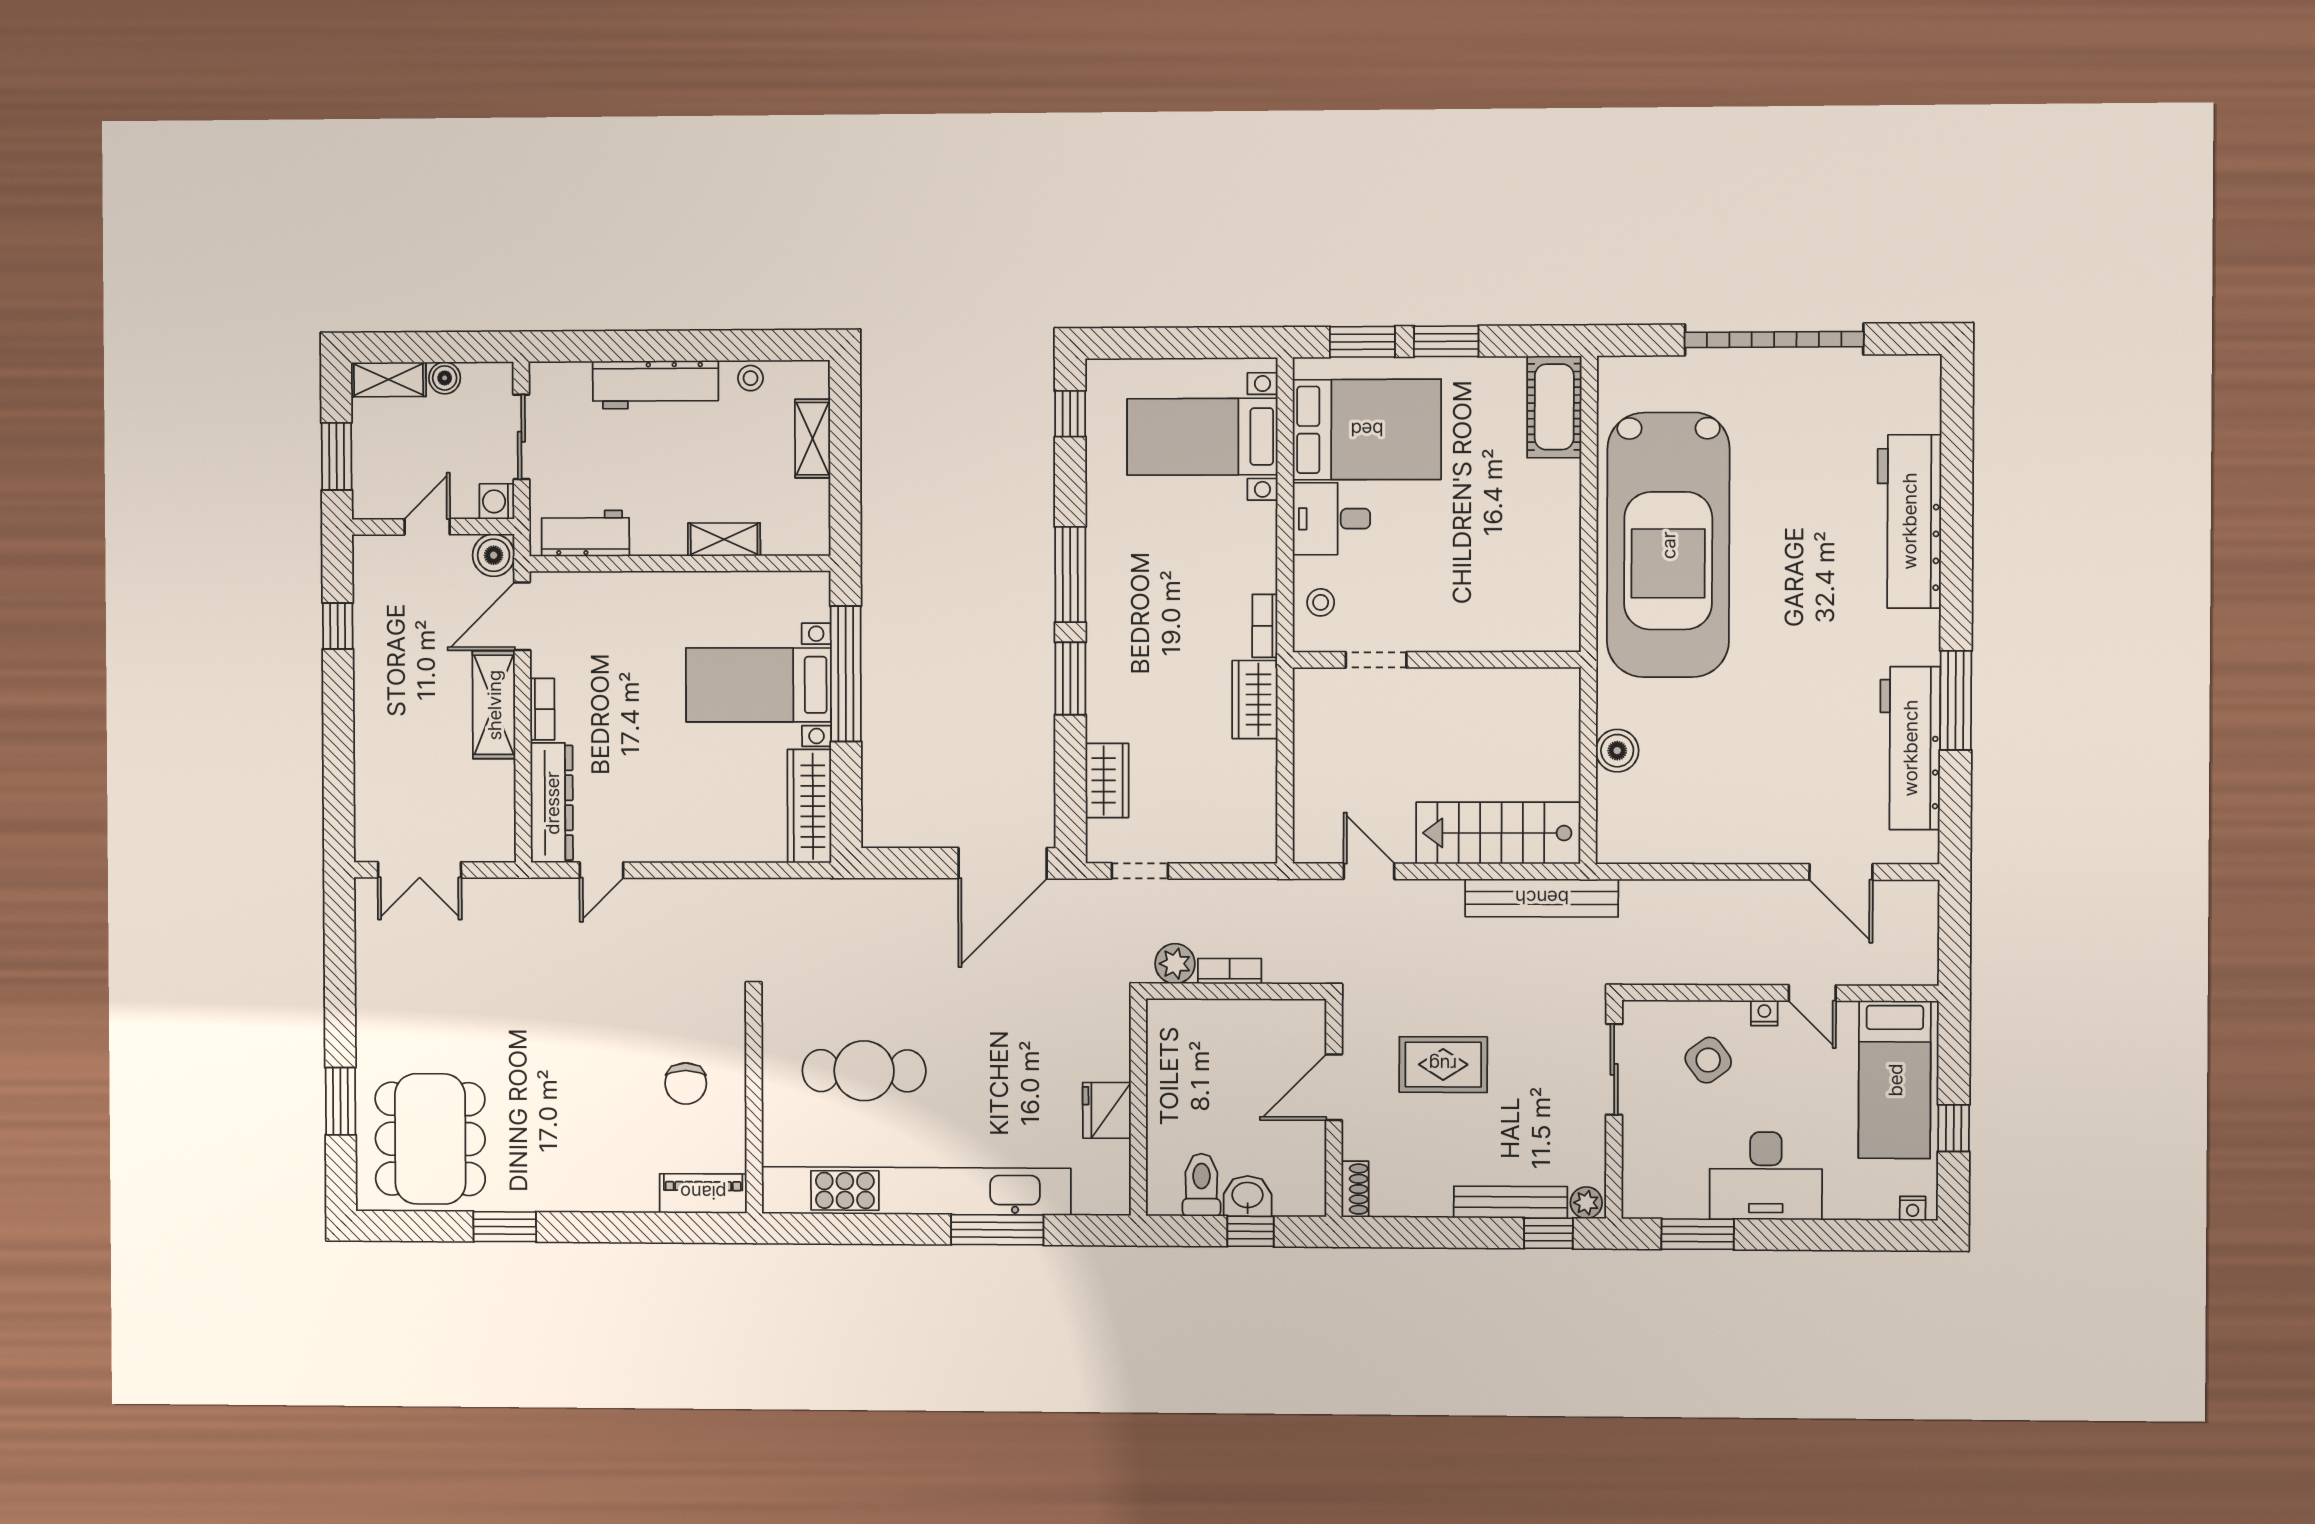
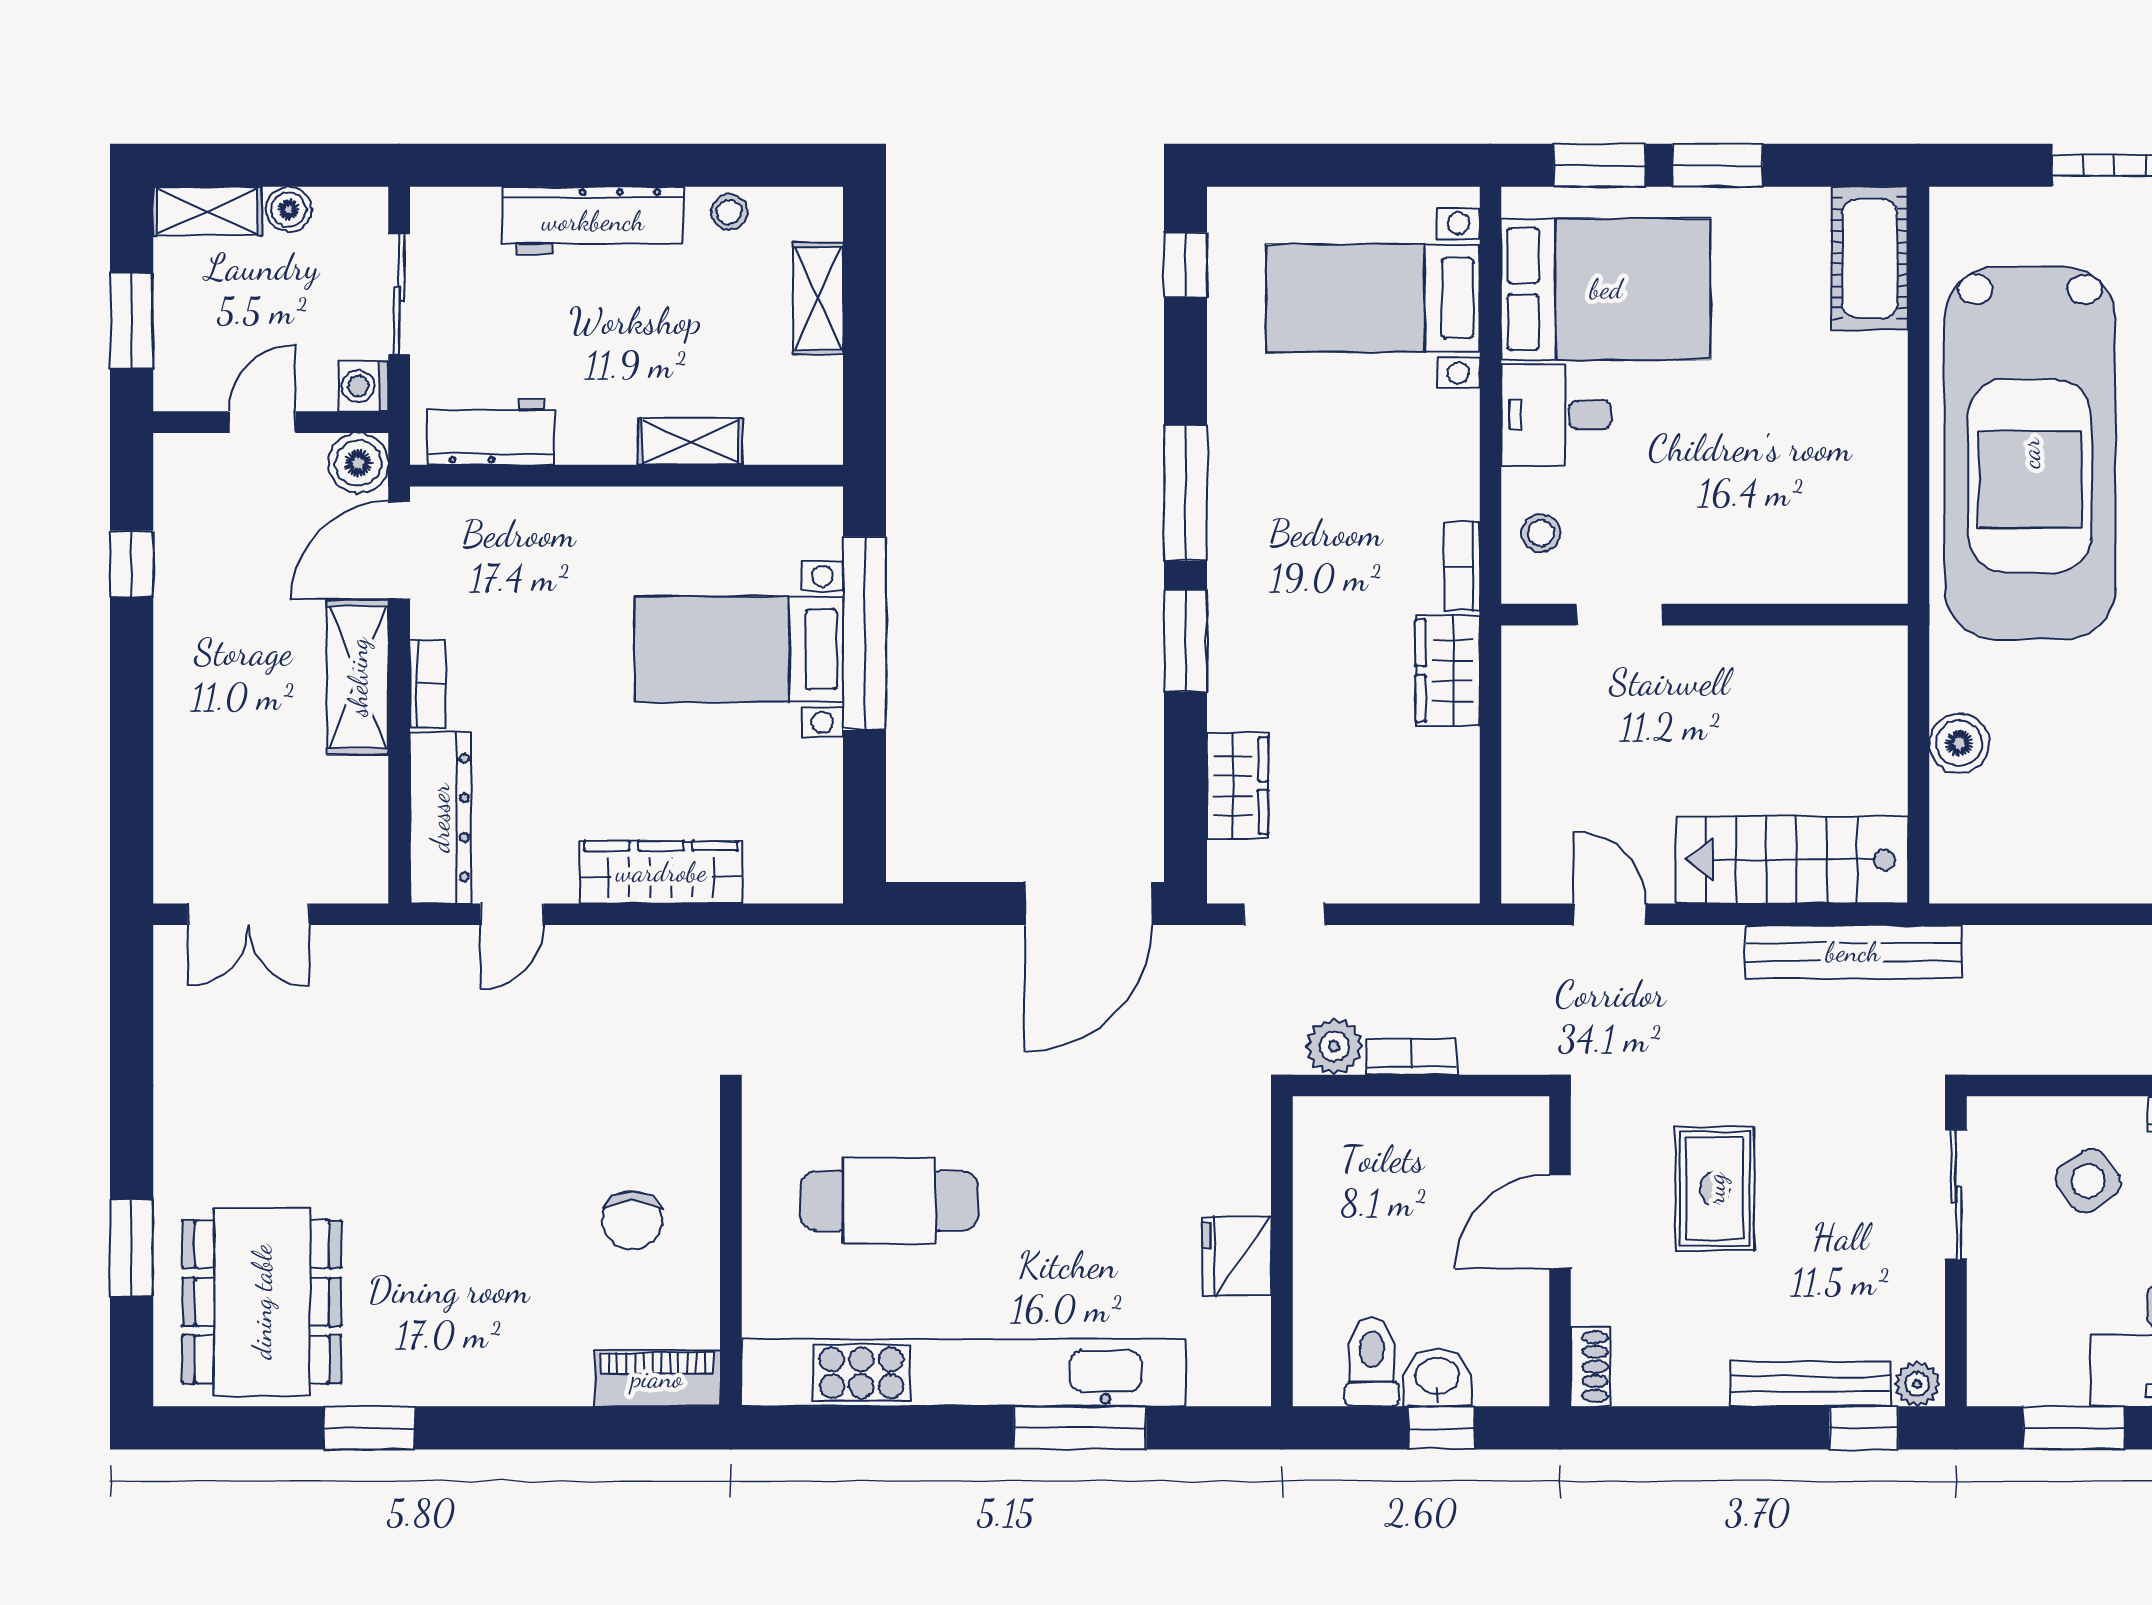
wardrobe: (809, 806) -> (661, 872), moved, turned 90
rug: (1443, 1065) -> (1715, 1189), turned 90

